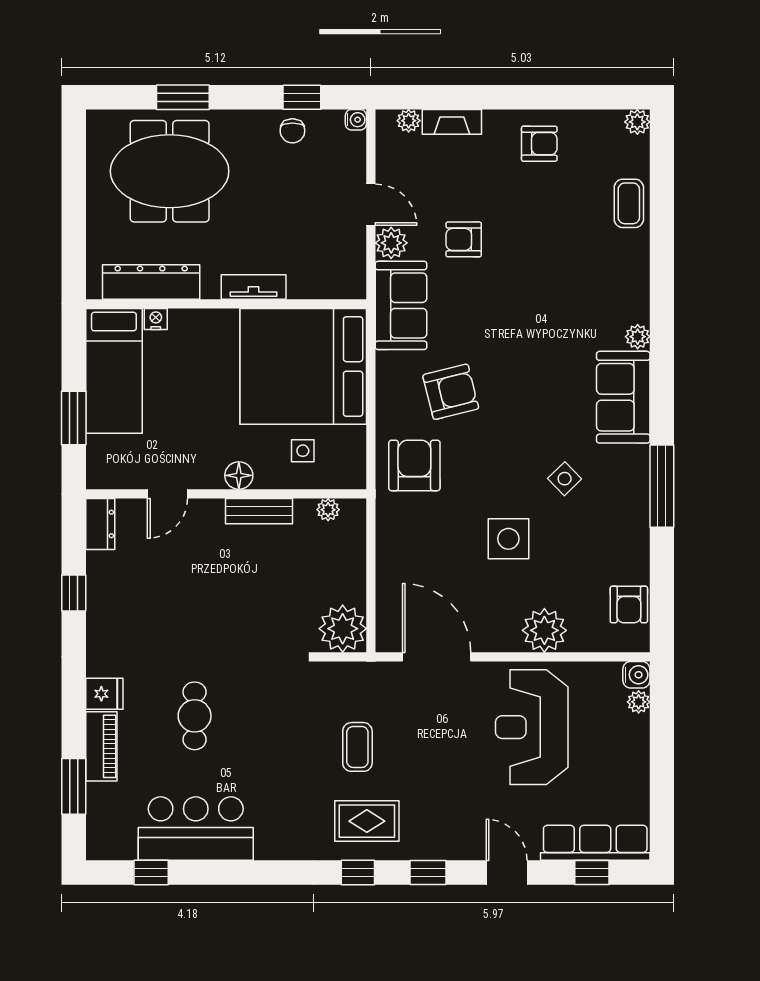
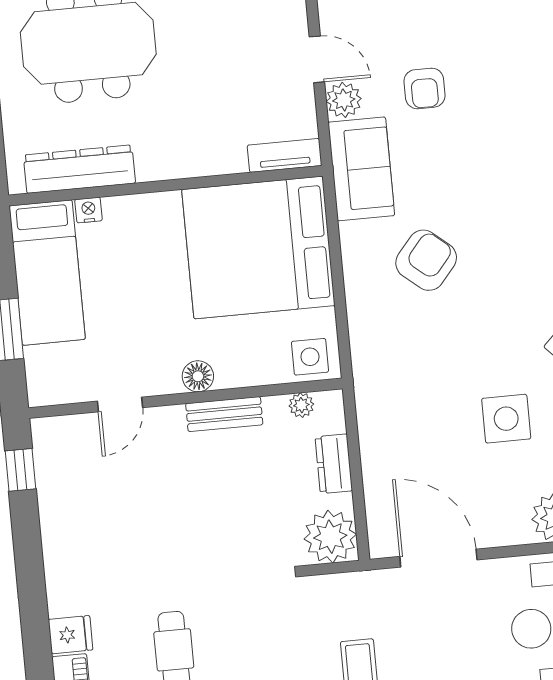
armchair: (464, 239) -> (424, 88), turned -90
tv unit: (254, 287) -> (285, 155), moved
armchair: (451, 392) -> (426, 260), turned -36
side table: (303, 451) -> (310, 357), moved, width x1.37, depth x1.37
armchair: (414, 465) -> (393, 346), removed
dresser: (100, 524) -> (334, 464), moved, turned 180
window: (74, 593) -> (20, 470), moved

